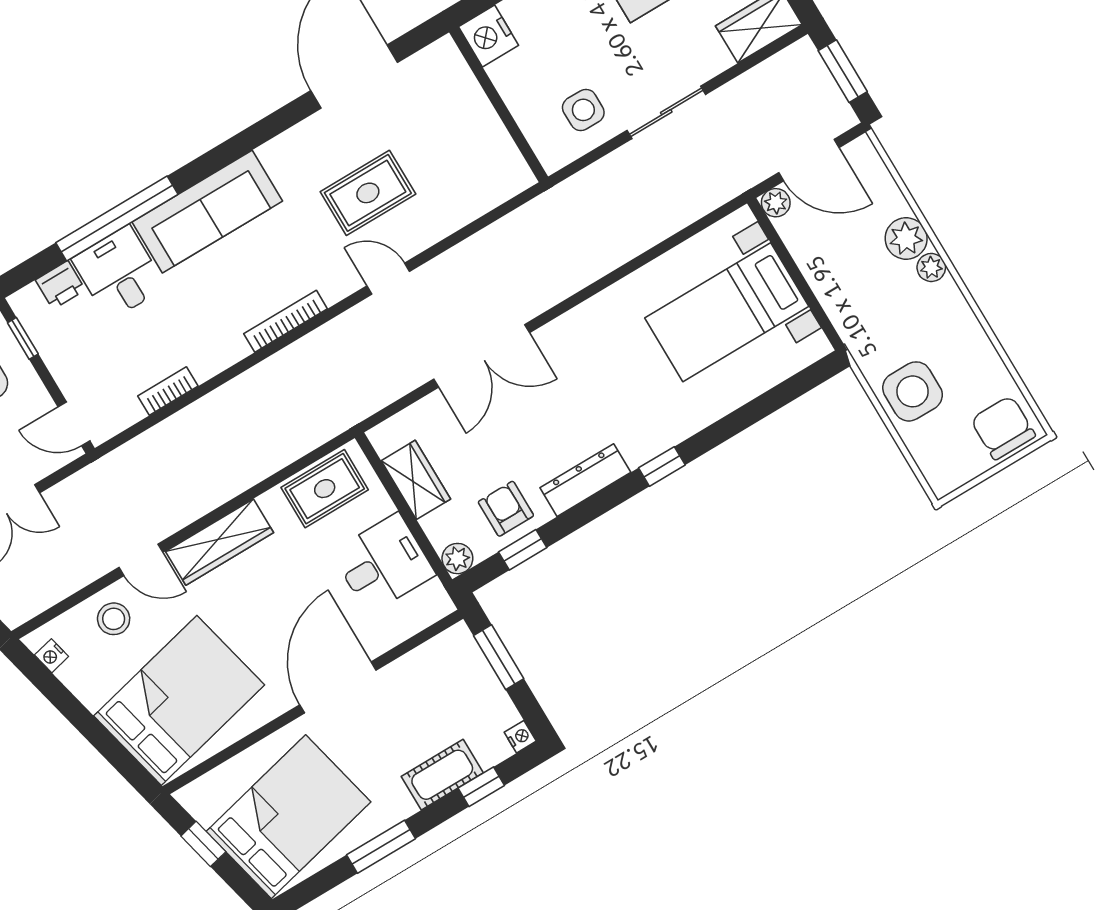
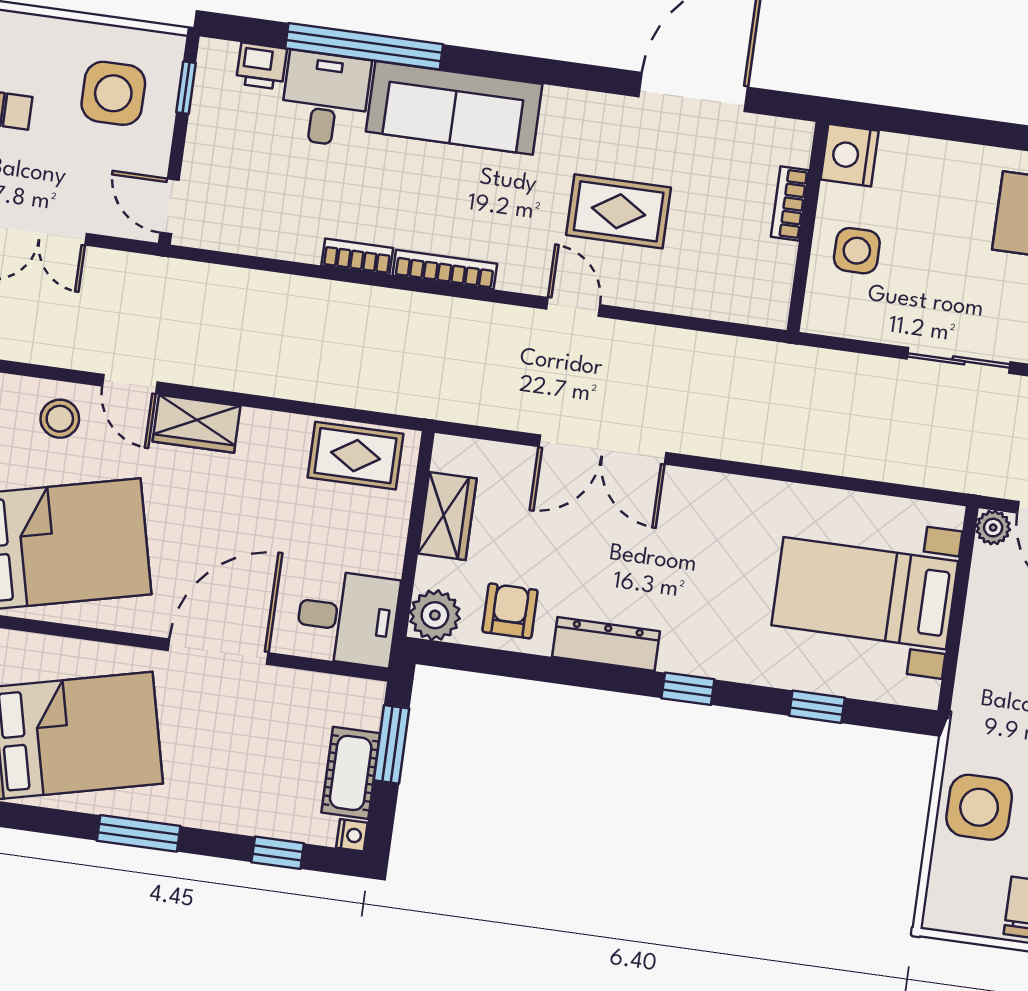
bookcase: (475, 99) -> (790, 204), added
side table: (583, 110) -> (857, 251), moved
bookcase: (168, 391) -> (357, 257), moved
wardrobe: (220, 542) -> (196, 424), width x0.67
window: (523, 550) -> (817, 707), moved
plant: (457, 559) -> (435, 615), width x1.38, depth x1.38
desk: (383, 563) -> (347, 618), moved
cot: (442, 775) -> (351, 773), moved, turned 90

